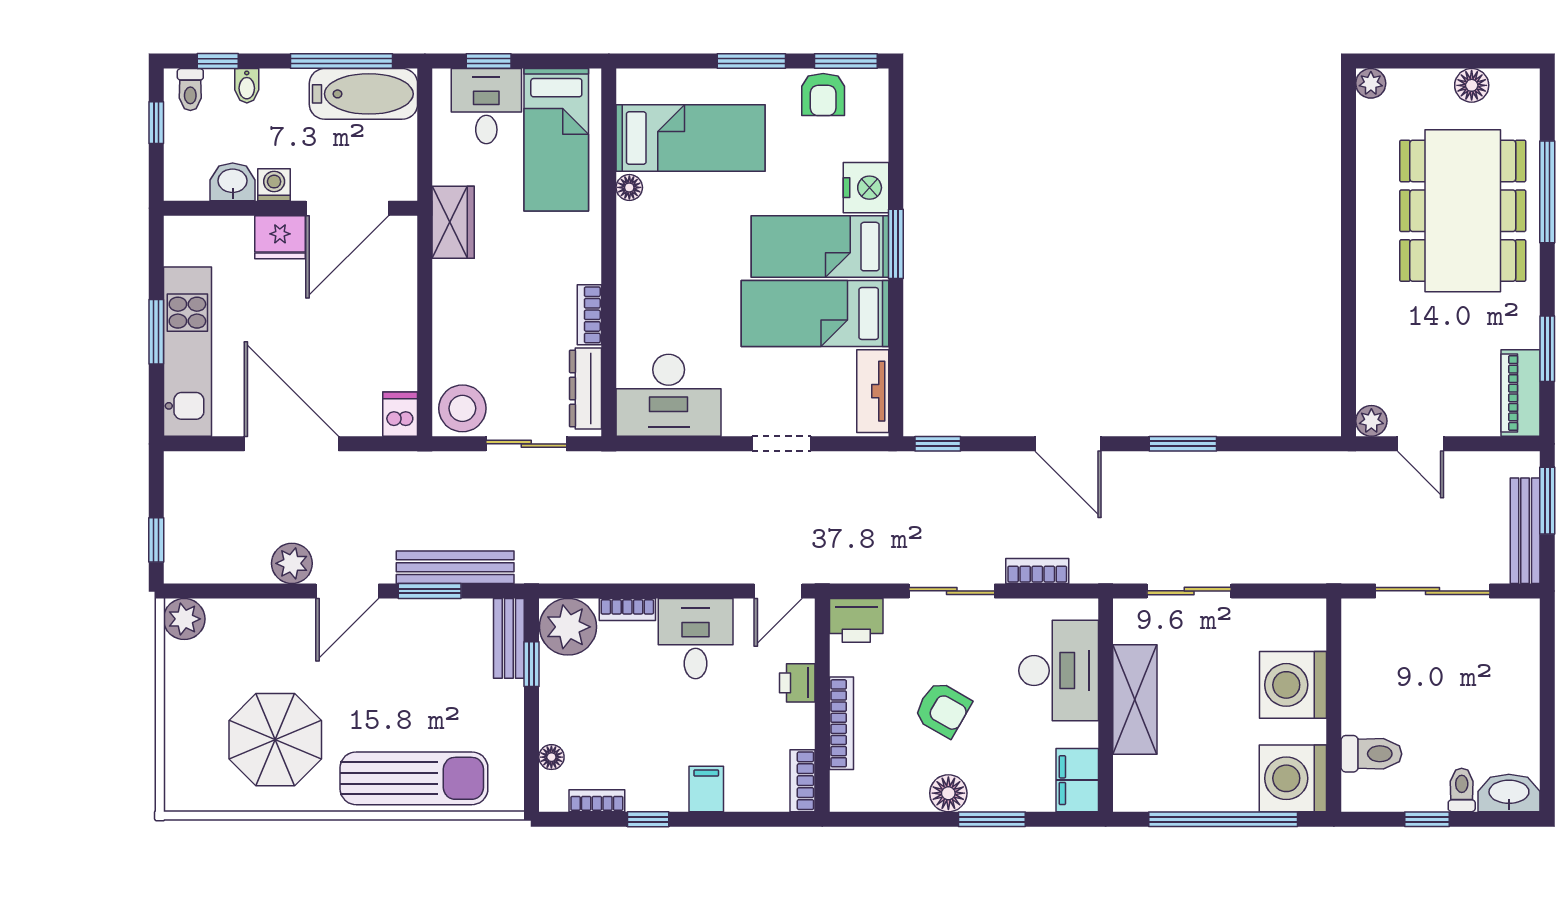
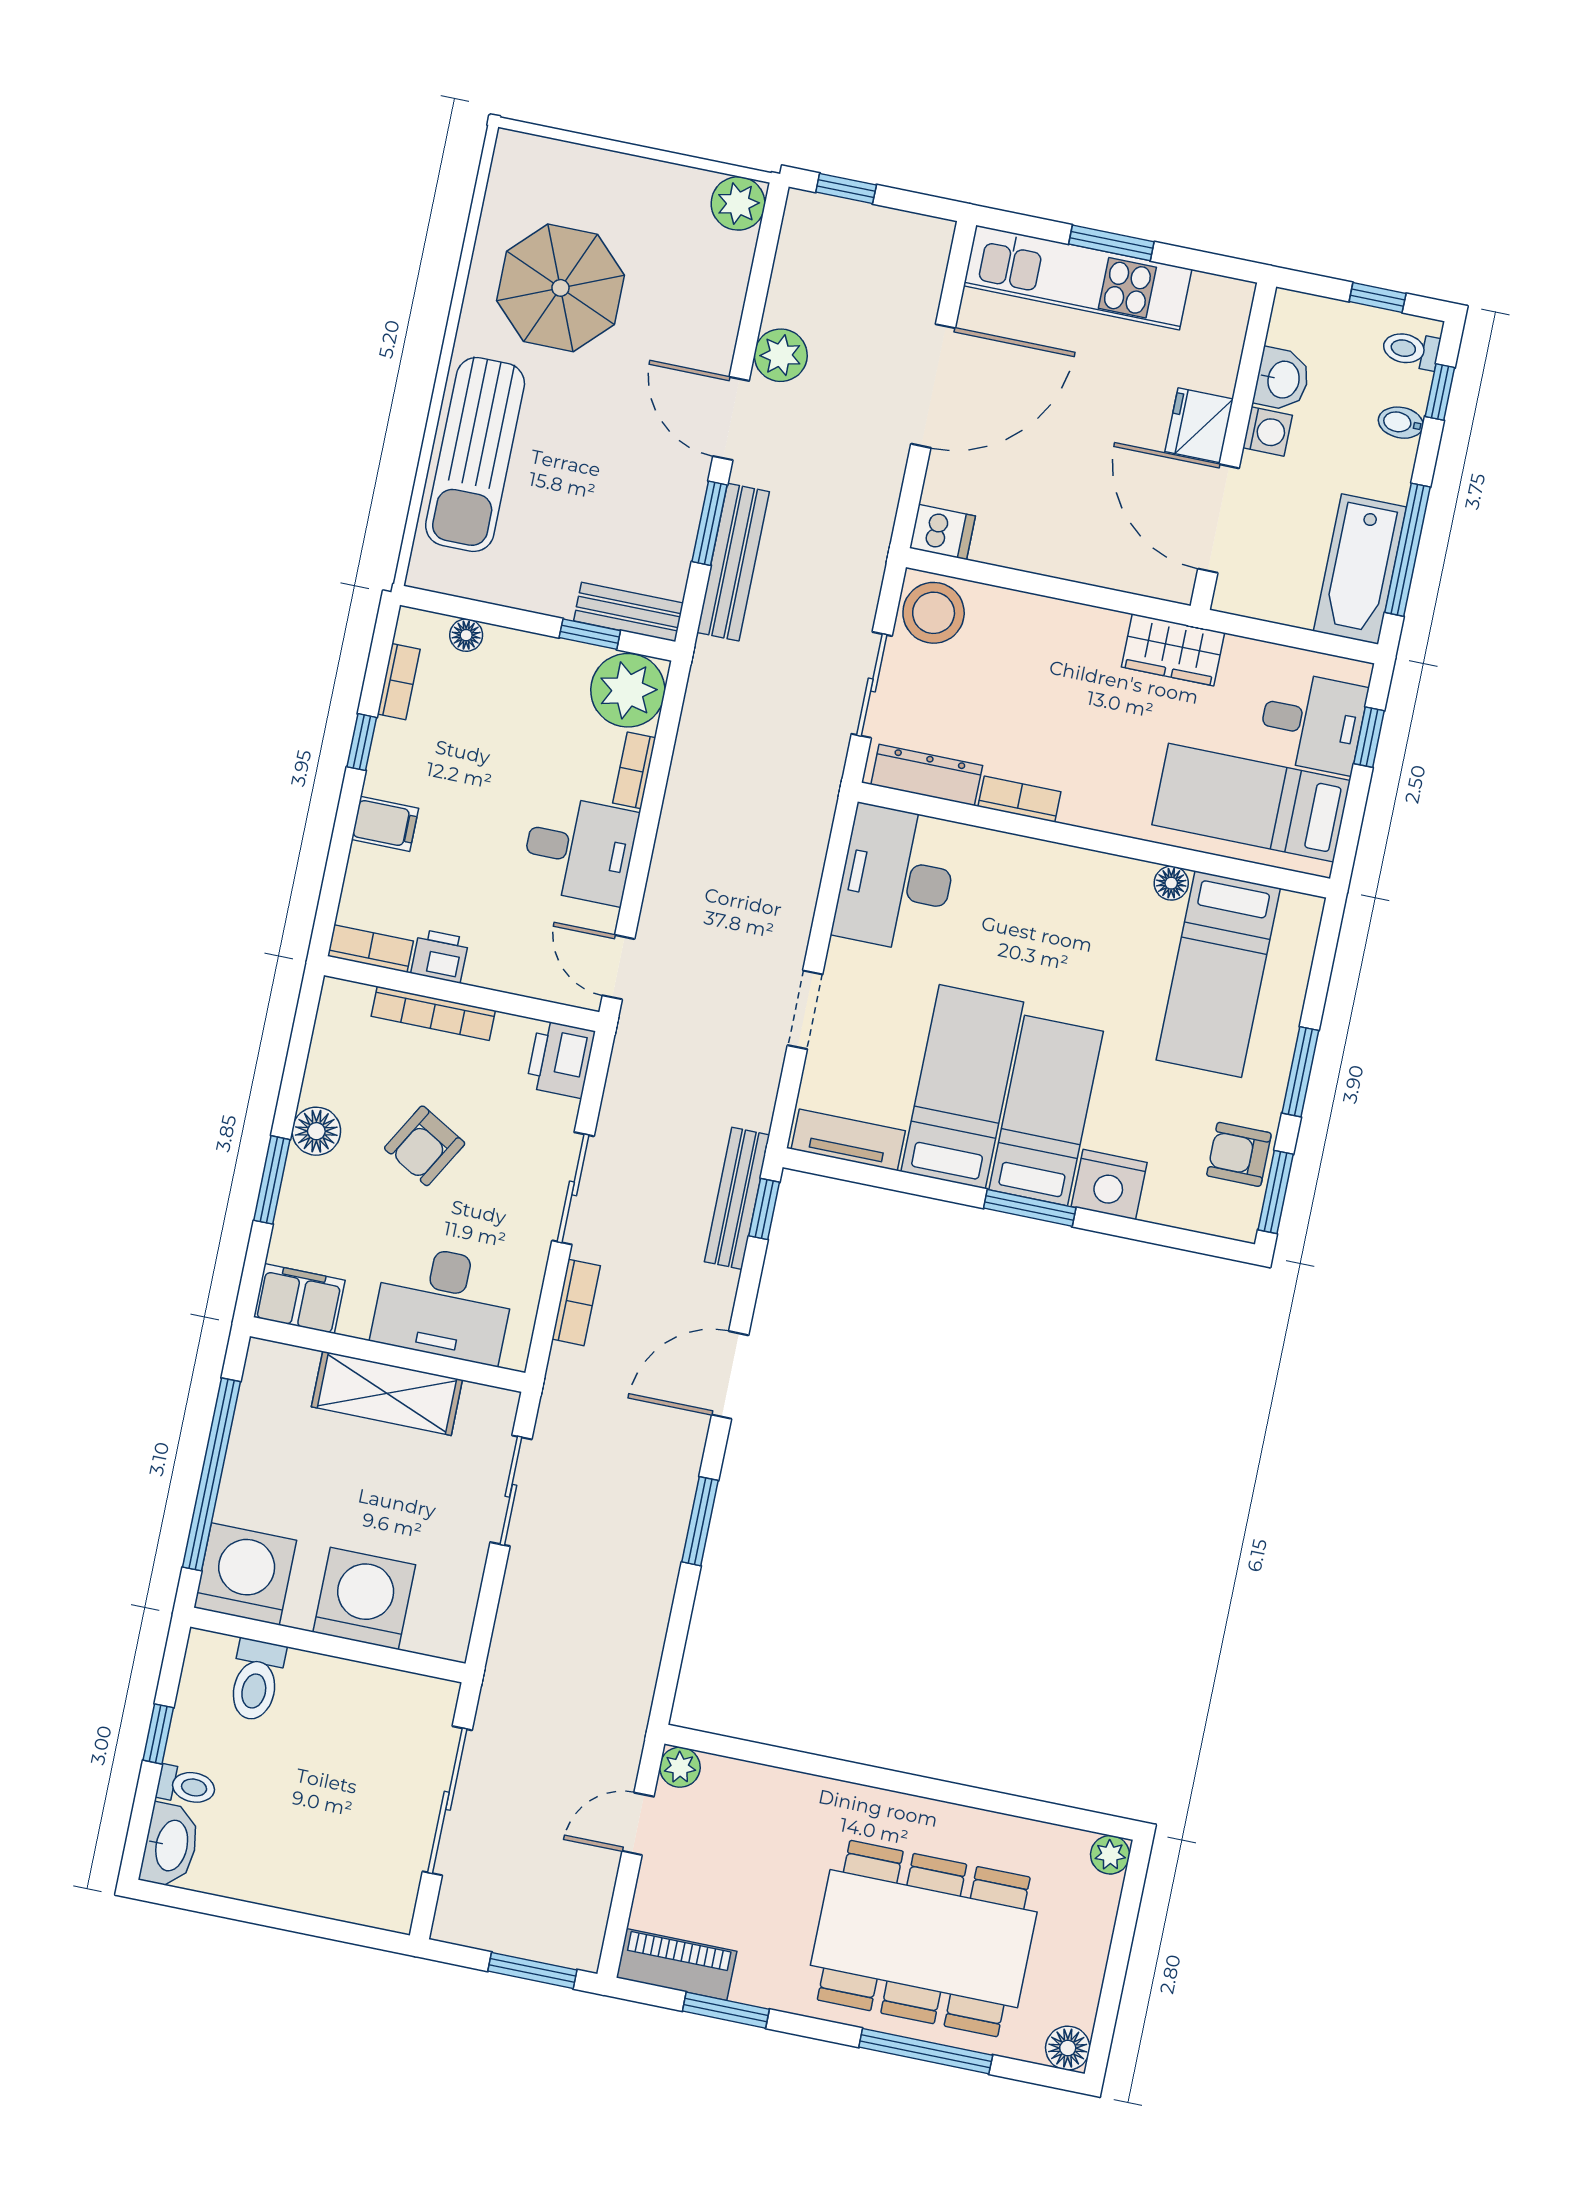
floor lamp: (1472, 85) -> (1068, 2048), moved
bench: (1525, 531) -> (737, 1198), moved, turned 90
printer: (797, 683) -> (440, 956), moved

